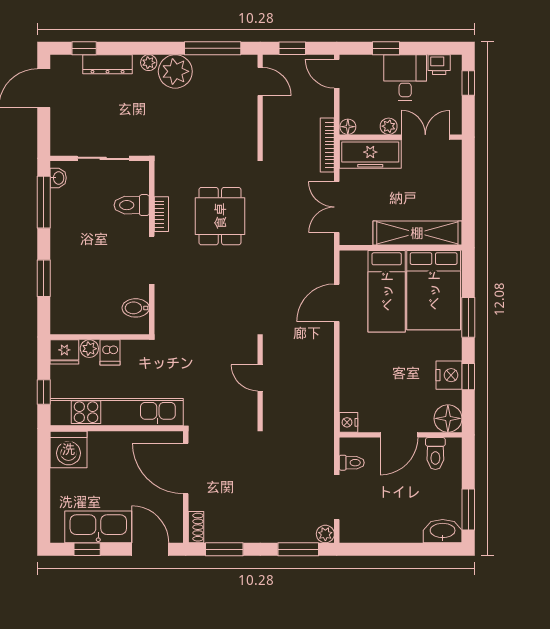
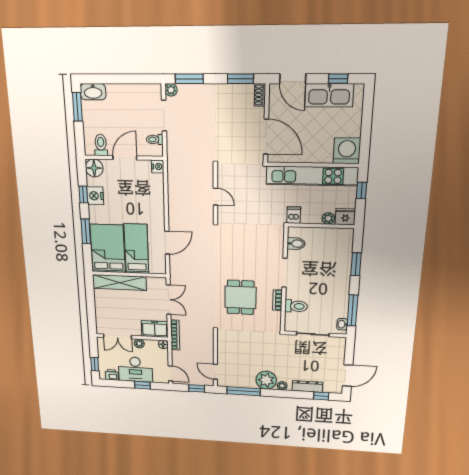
desk: (405, 78) -> (135, 369), width x1.37
freezer: (370, 154) -> (155, 329), width x0.71
dishwasher: (110, 352) -> (294, 215), moved

